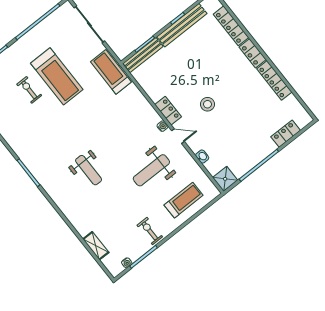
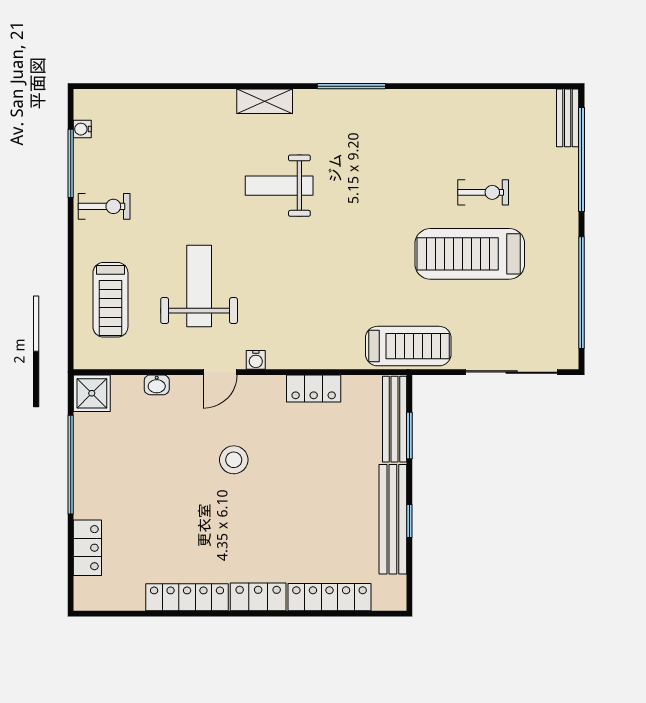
locker: (168, 111) -> (314, 388), moved
shelving: (96, 246) -> (265, 101), moved

